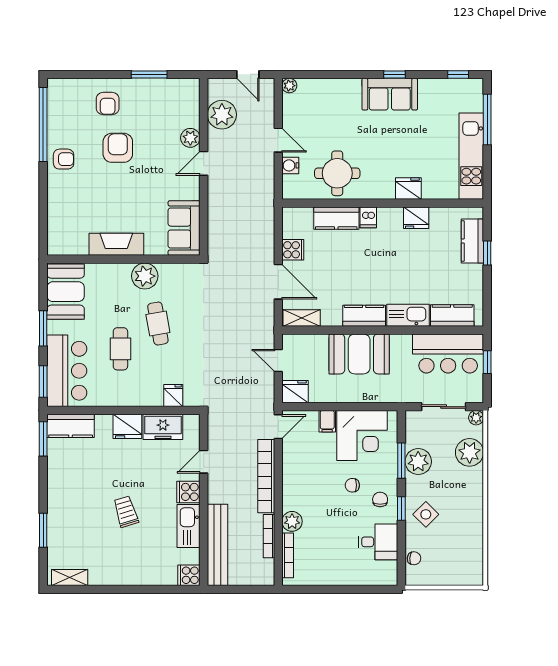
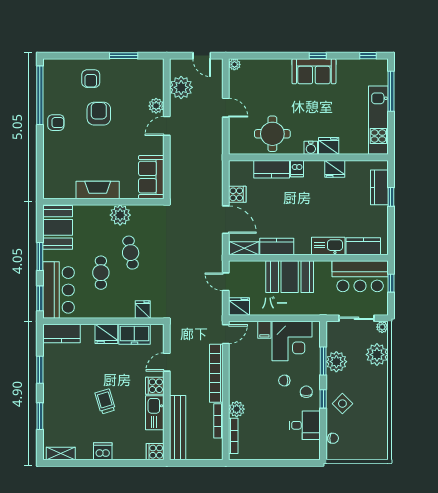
water cooler: (290, 165) -> (311, 148), moved, turned -90
kitchen counter: (364, 316) -> (277, 246), moved
window: (43, 439) -> (40, 370), moved
dishwasher: (123, 575) -> (103, 451), added

